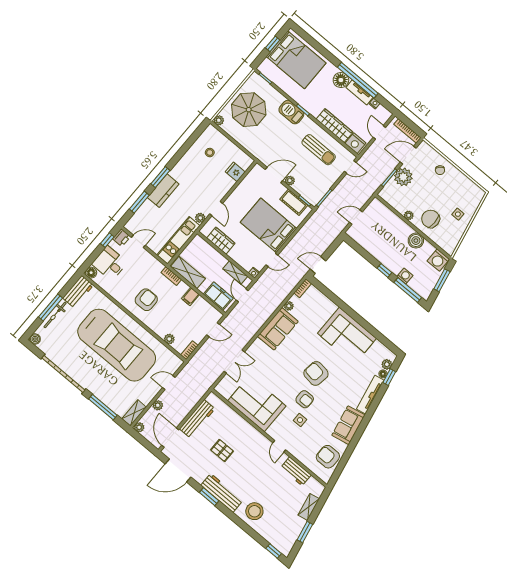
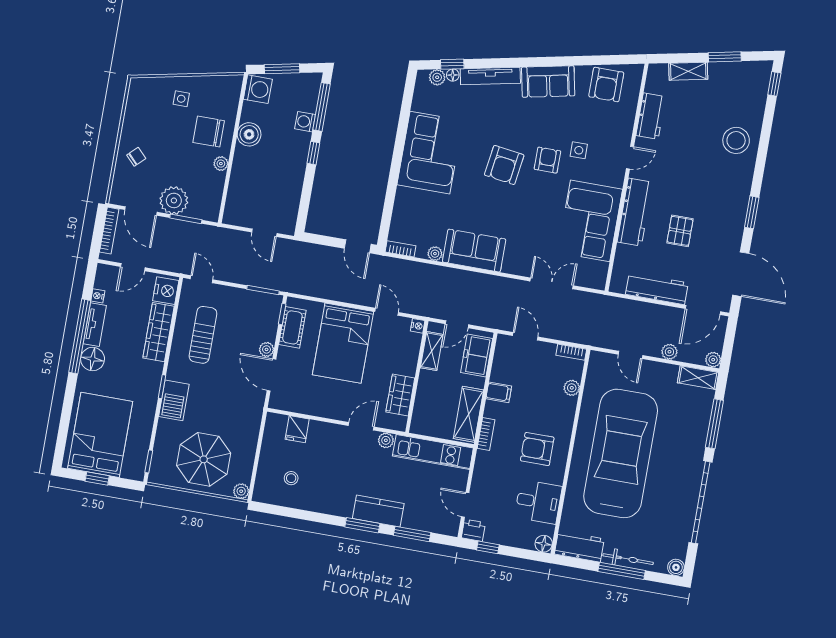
chair: (431, 219) -> (209, 132), turned 90
desk: (110, 263) -> (538, 502), moved, turned -90
workbench: (222, 493) -> (635, 212), moved, turned 180

